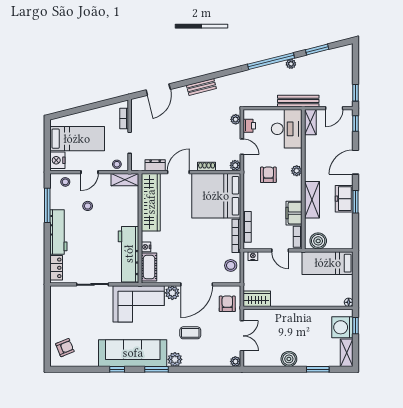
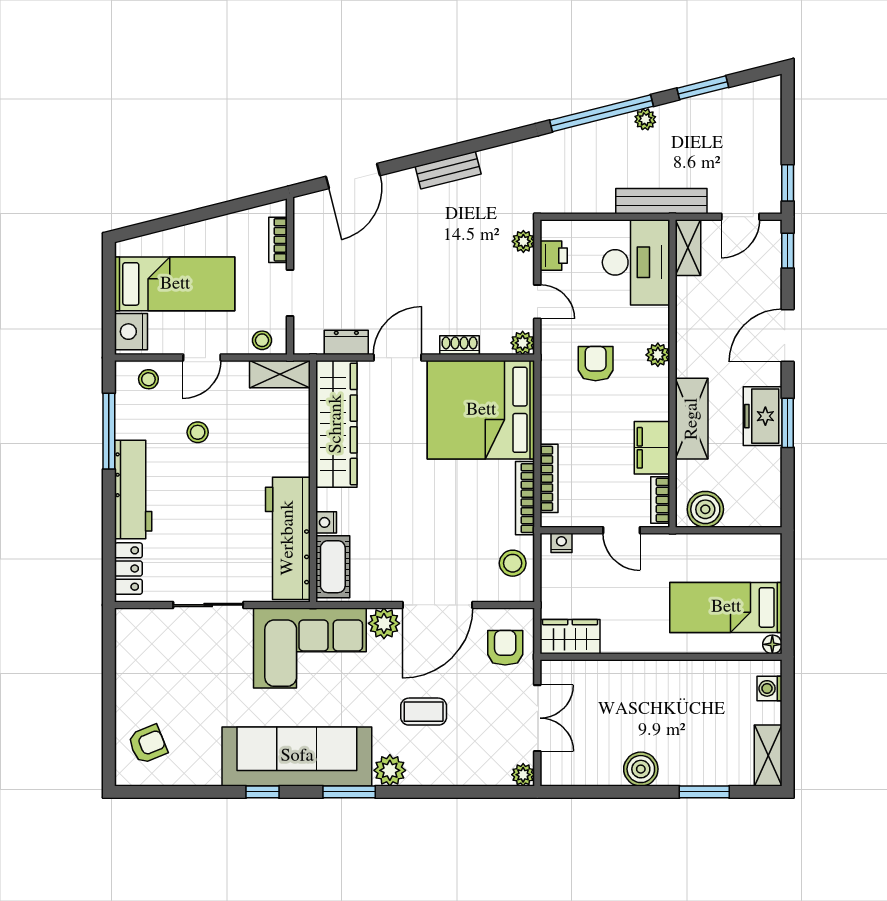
bed: (328, 263) -> (726, 607), moved
window: (356, 326) -> (788, 696), removed
washing machine: (342, 327) -> (769, 688), width x0.53, depth x0.53

